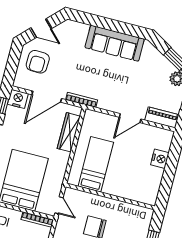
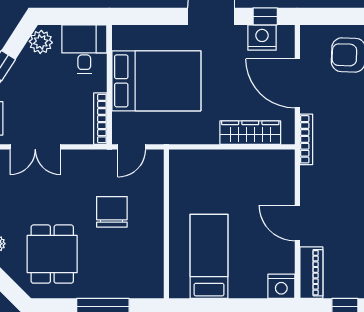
nightstand: (18, 99) -> (262, 37), moved, turned -90
nightstand: (160, 159) -> (281, 286), moved
bed: (96, 164) -> (209, 256), moved, turned -90

